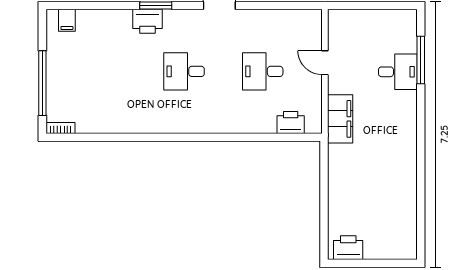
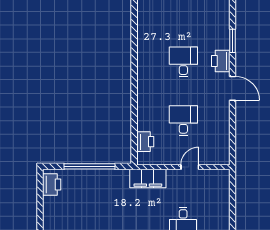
printer: (147, 21) -> (221, 61), moved
window: (324, 197) -> (89, 166), added

